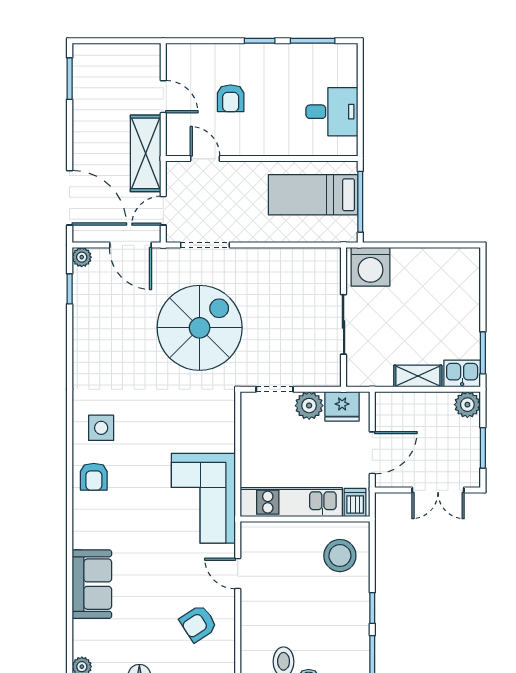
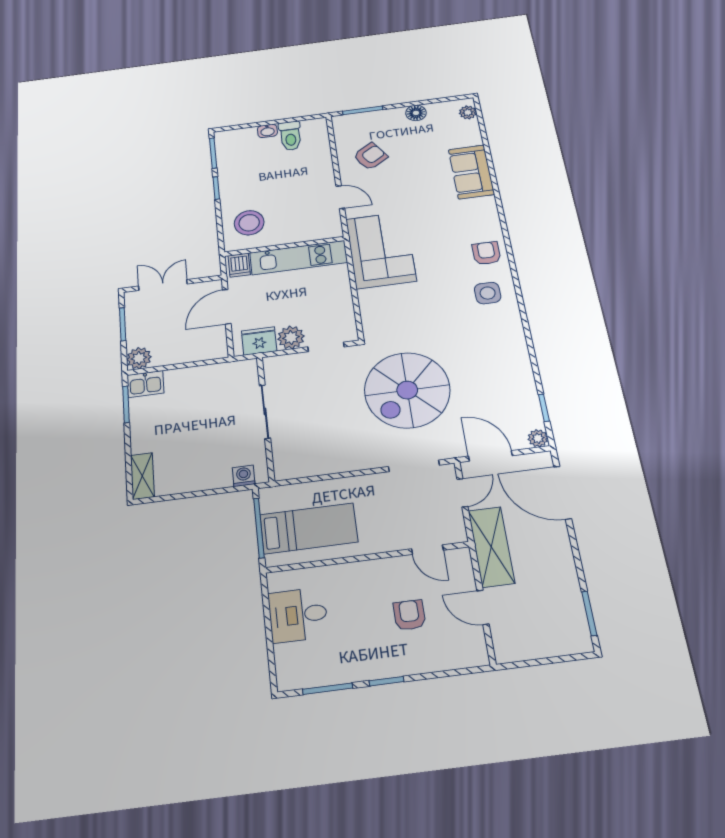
washing machine: (371, 267) -> (244, 476), width x0.53, depth x0.53
shelving: (418, 376) -> (142, 476), moved, turned 90

